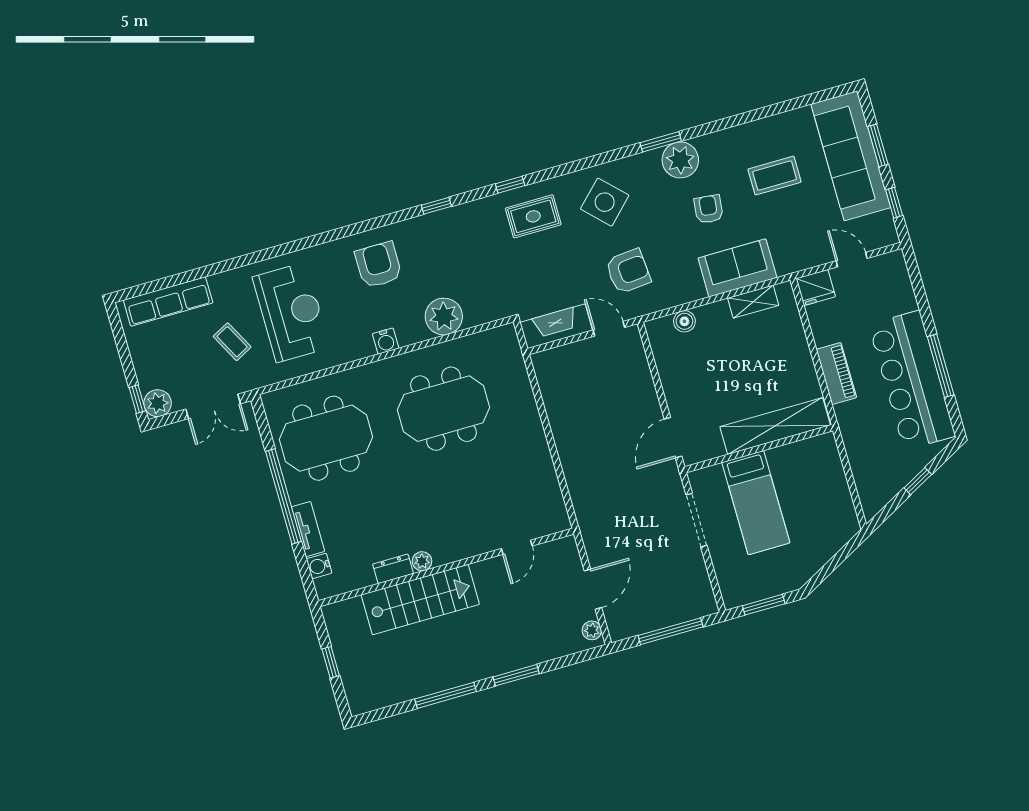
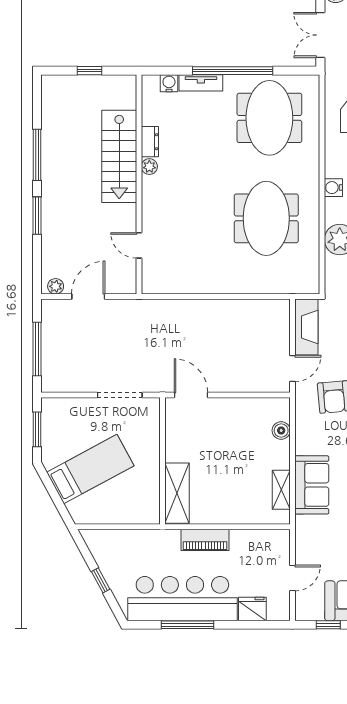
fridge: (816, 288) -> (252, 609), moved, turned 90
shelving: (775, 426) -> (177, 493), width x0.68
bed: (756, 503) -> (90, 469), moved, turned 152
door: (593, 589) -> (88, 297), swing flipped

